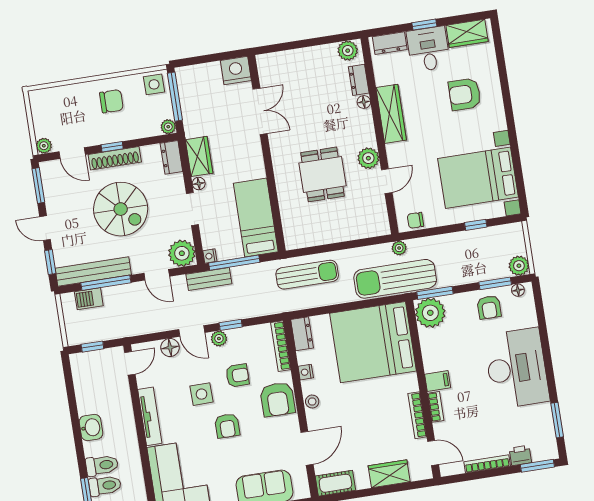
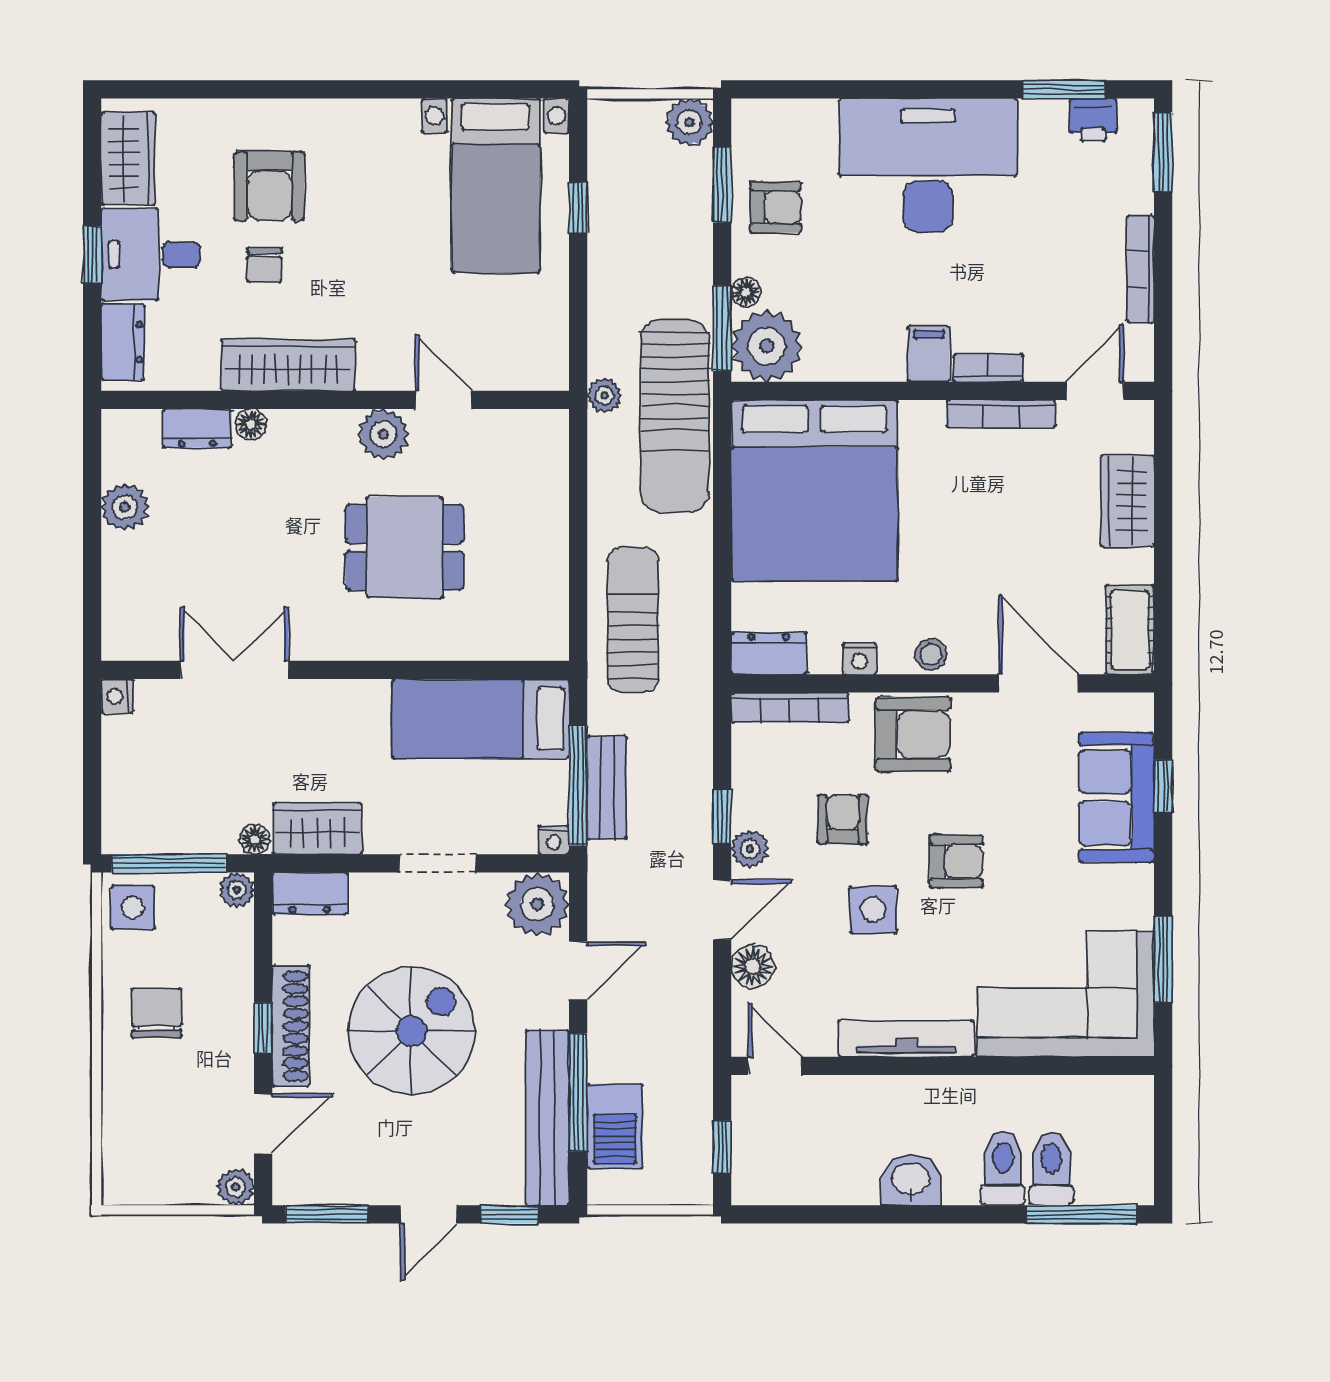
plant: (348, 51) -> (125, 507), moved
nightstand: (236, 71) -> (117, 696), width x0.53, depth x0.56
bed with nightstands: (478, 178) -> (496, 185), width x0.73
floor lamp: (199, 184) -> (255, 839), moved
chair: (416, 220) -> (264, 265), moved
bench: (209, 279) -> (607, 787), moved
floor lamp: (518, 290) -> (746, 292), moved
barbecue: (89, 299) -> (615, 1126), width x1.38, depth x1.27
printer: (520, 455) -> (1093, 120), moved, turned -90

